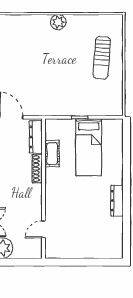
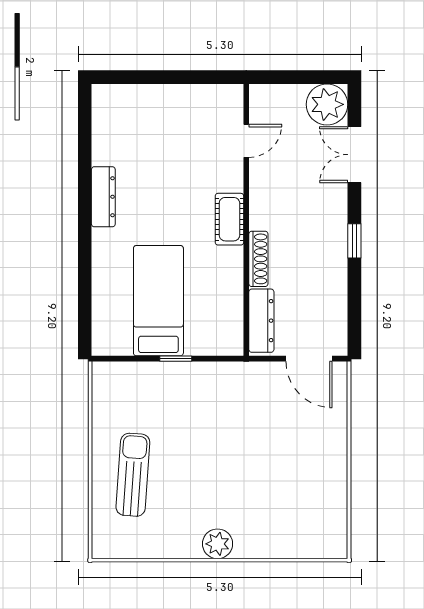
cot: (52, 154) -> (229, 219), moved

